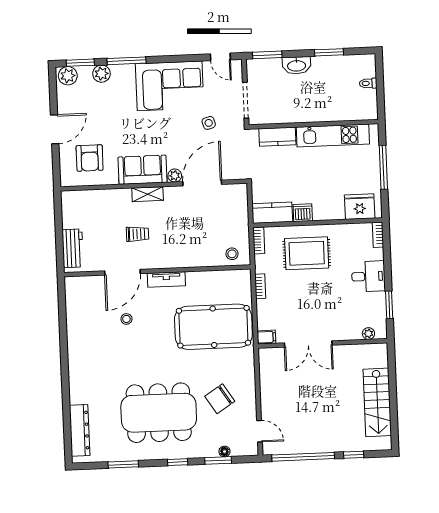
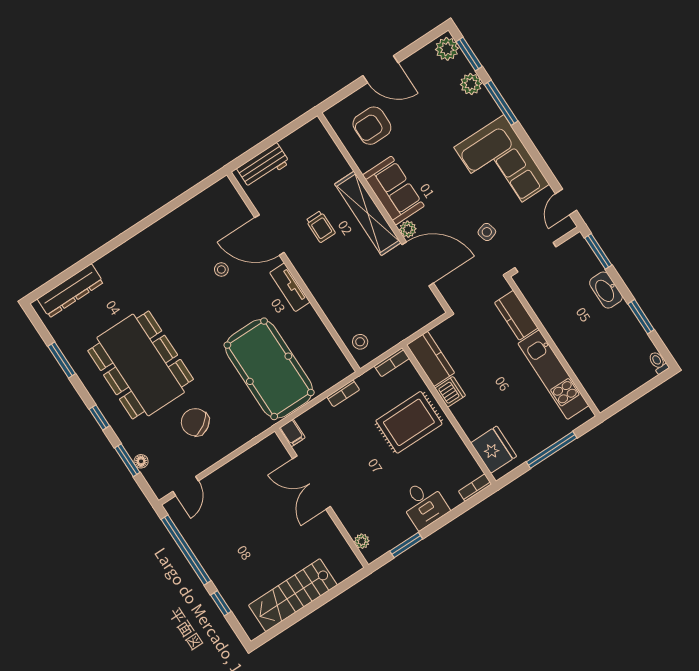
toilet: (368, 83) -> (658, 362), moved
shelving: (148, 194) -> (368, 213), width x2.20, depth x1.33
rug: (307, 253) -> (409, 422), turned 90

